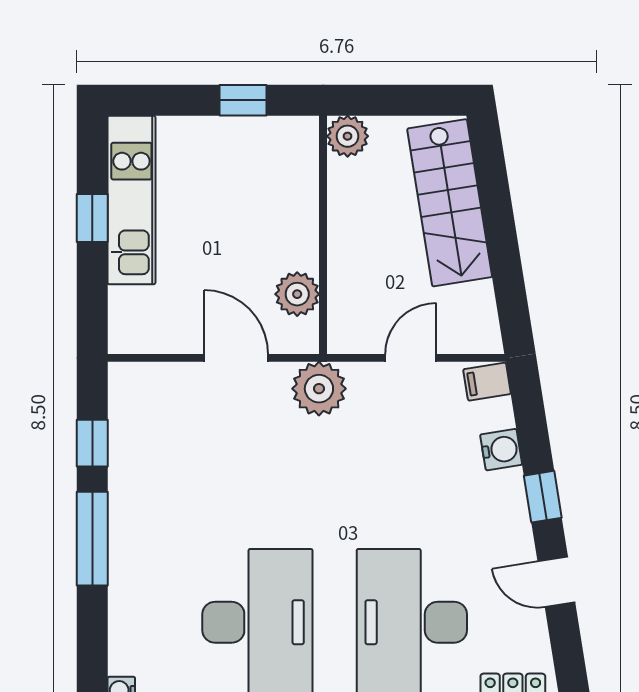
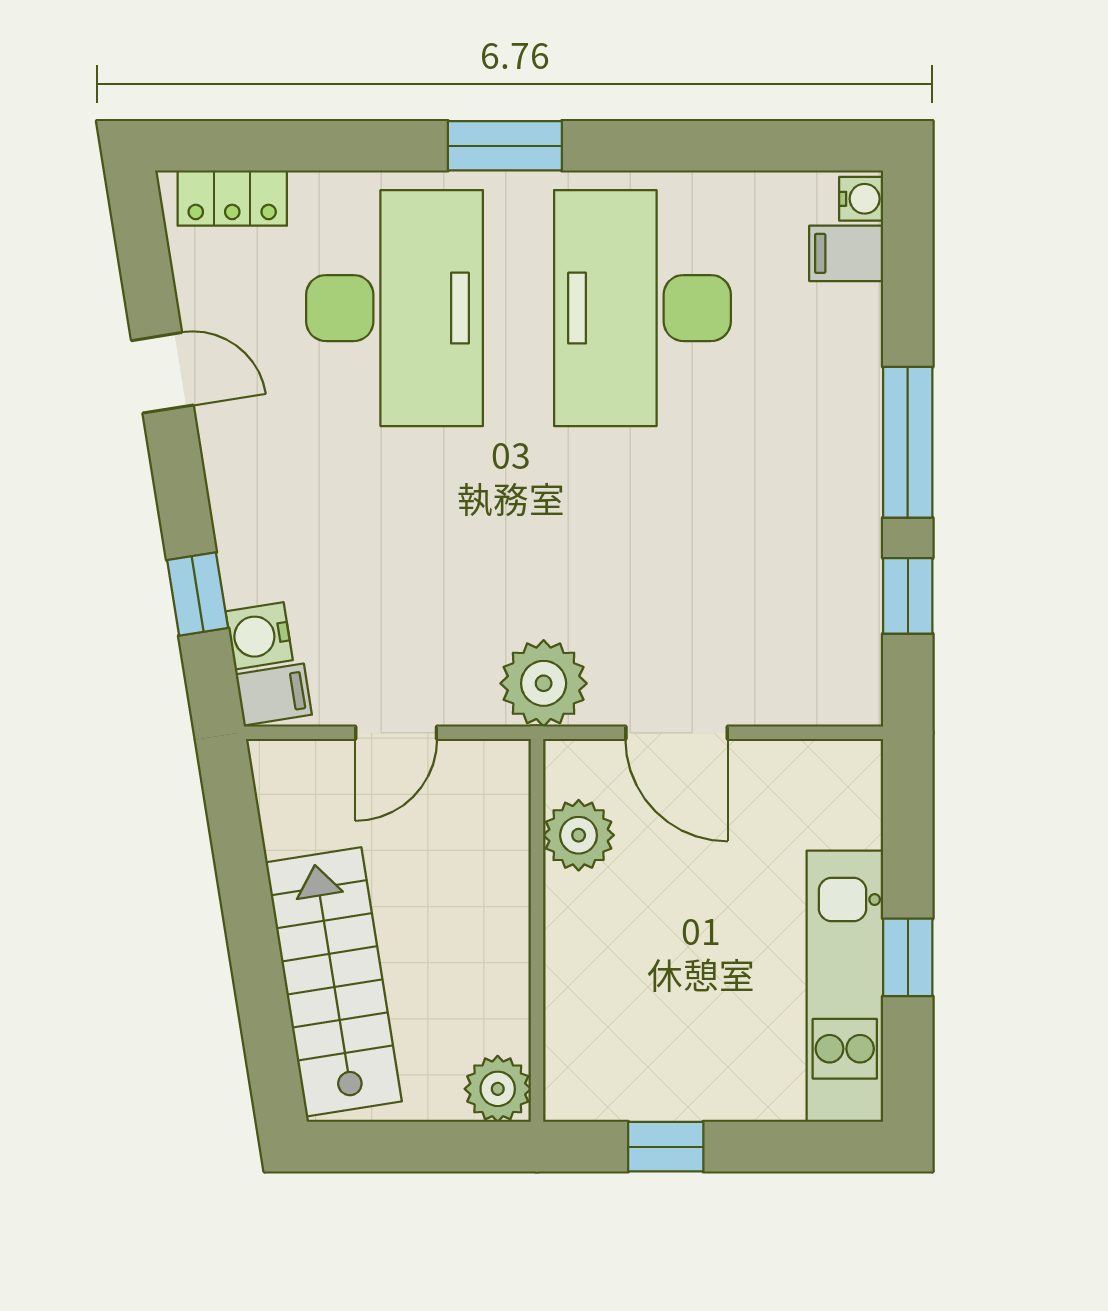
water cooler: (501, 450) -> (259, 636), moved
window: (543, 497) -> (198, 594), moved
filing cabinet: (131, 656) -> (846, 253), added

